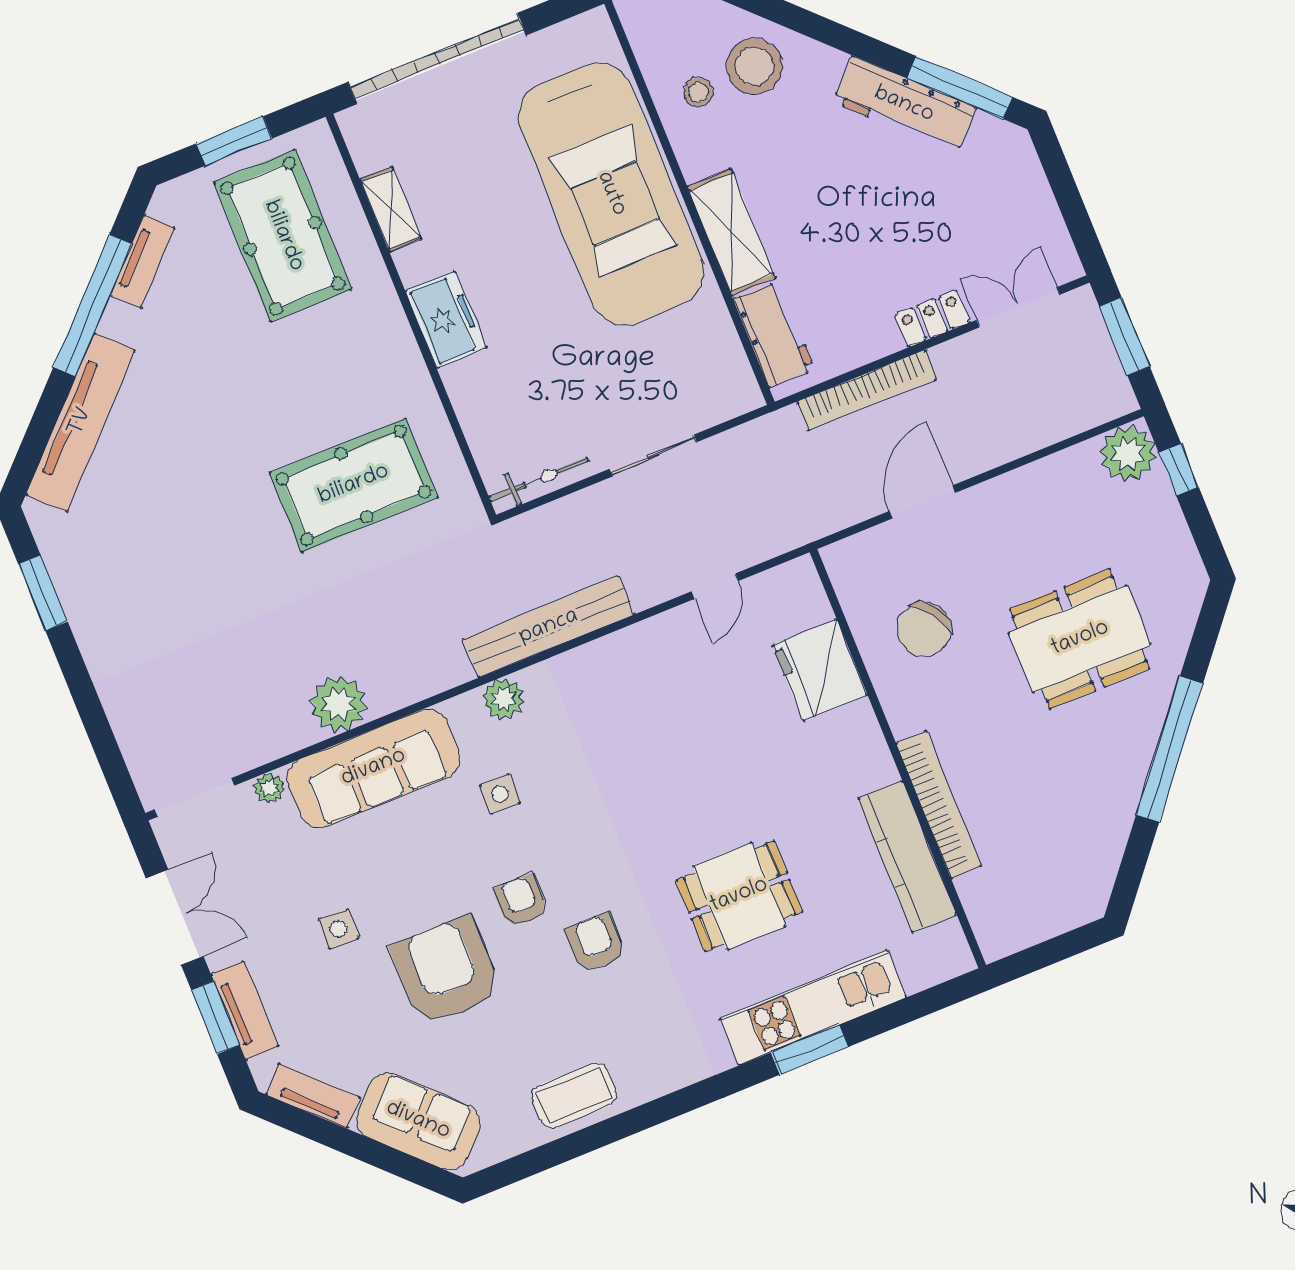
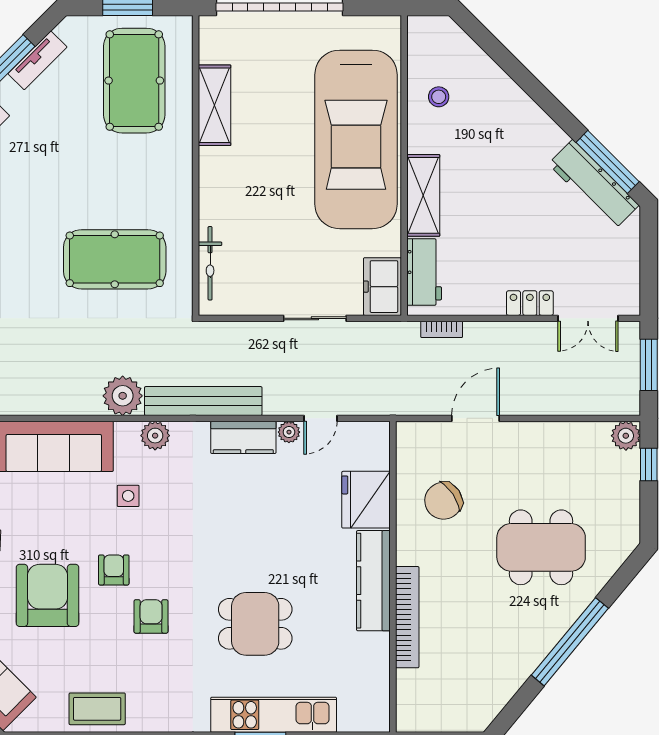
stool: (755, 66) -> (481, 95), removed
workbench: (904, 105) -> (594, 185), moved
shelving: (391, 209) -> (215, 105), width x1.50, depth x1.33
double door: (1018, 307) -> (588, 318), swing flipped
freezer: (446, 319) -> (382, 287), moved, turned 180
bookcase: (867, 390) -> (442, 329), width x0.43, depth x0.76
plant: (1128, 454) -> (626, 436), width x0.73, depth x0.73
bicycle: (539, 479) -> (210, 263), moved, turned 90
plant: (680, 622) -> (289, 432), added
kitchen counter: (622, 653) -> (243, 437), added
plant: (338, 704) -> (123, 396), moved
kitchen counter: (907, 856) -> (373, 581), moved

